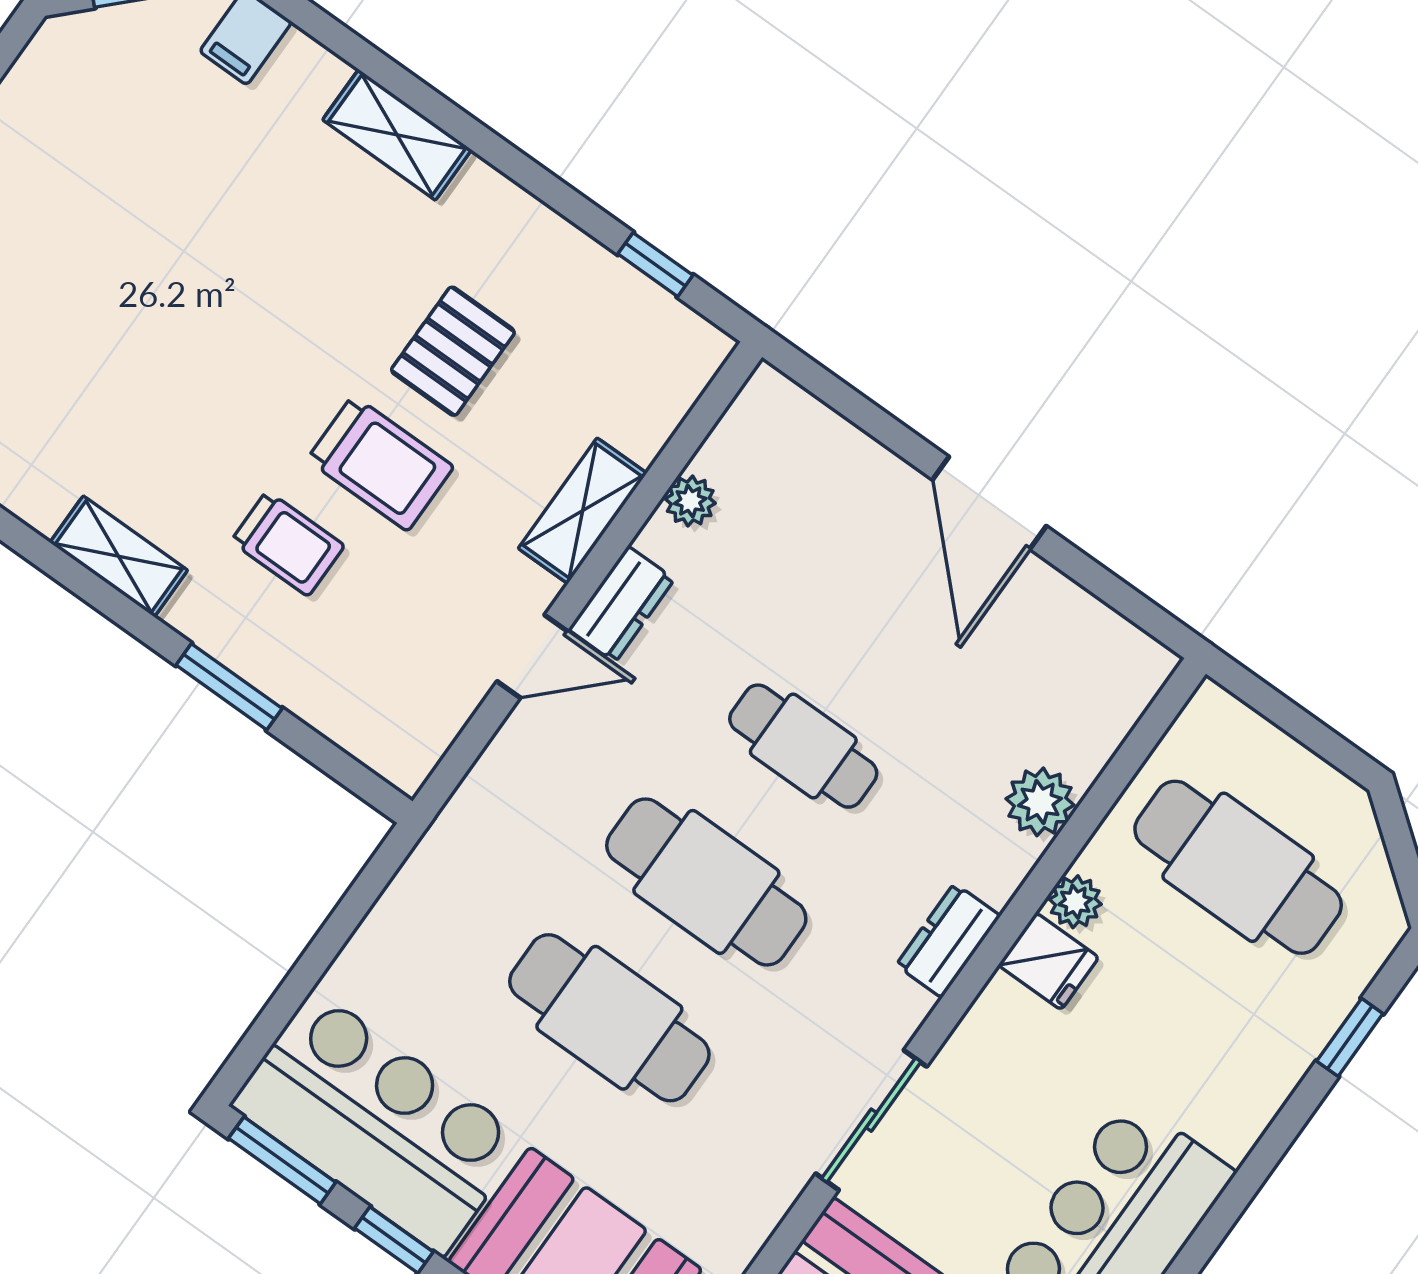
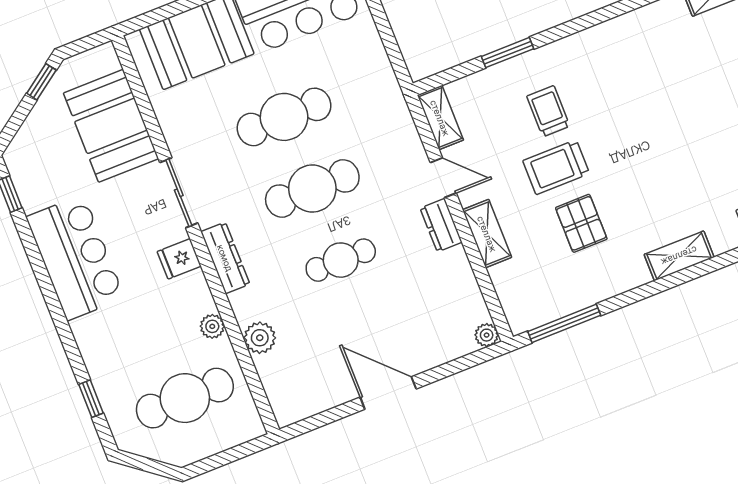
window: (655, 265) -> (564, 323), width x2.17
plant: (690, 501) -> (487, 335), moved
trolley: (288, 543) -> (548, 111), turned 90
shelving: (119, 556) -> (440, 118), moved, turned 90
door: (532, 656) -> (443, 178), swing flipped
dresser: (948, 940) -> (225, 258), width x1.44
fridge: (1048, 961) -> (179, 259), moved

